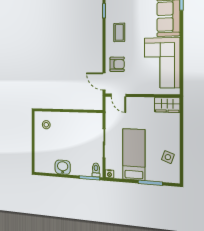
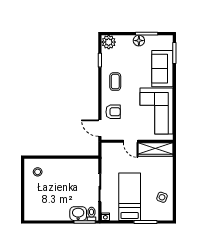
door: (118, 95) -> (131, 141), moved
wardrobe: (167, 105) -> (155, 149), width x1.50
washbasin: (63, 167) -> (78, 214), moved

